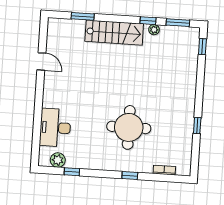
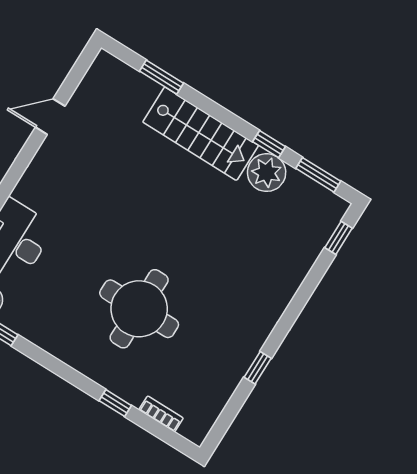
plant: (154, 30) -> (267, 173), width x1.88, depth x1.88
door: (41, 61) -> (50, 117), swing flipped
window: (130, 176) -> (115, 403), moved

